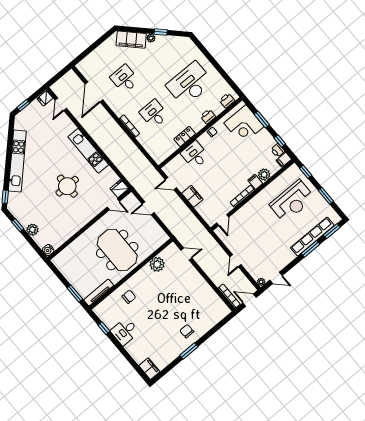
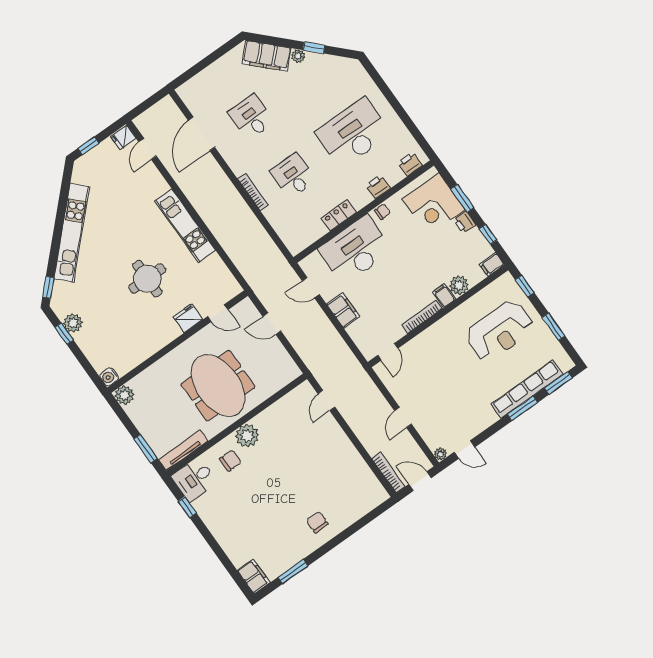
printer: (278, 150) -> (465, 222), moved
desk: (195, 155) -> (355, 250), width x1.87, depth x1.30
fridge: (119, 189) -> (188, 318), moved
plant: (32, 230) -> (73, 323), moved
door: (186, 254) -> (326, 401), swing flipped
plant: (59, 261) -> (124, 395), added
plant: (157, 264) -> (247, 436), moved
desk: (125, 332) -> (194, 479), moved
window: (189, 351) -> (293, 572), moved

